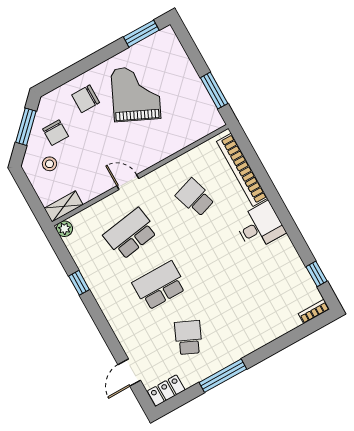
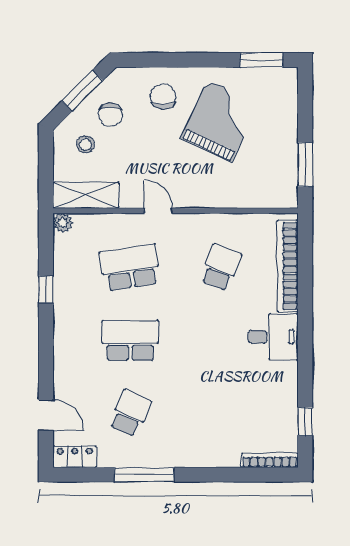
chair: (86, 99) -> (163, 96), turned 90
school desk: (195, 198) -> (221, 267), turned 39
shelving: (64, 206) -> (86, 195), width x1.50, depth x1.33
bookcase: (314, 311) -> (270, 460), width x1.56
door: (129, 372) -> (46, 415), swing flipped

